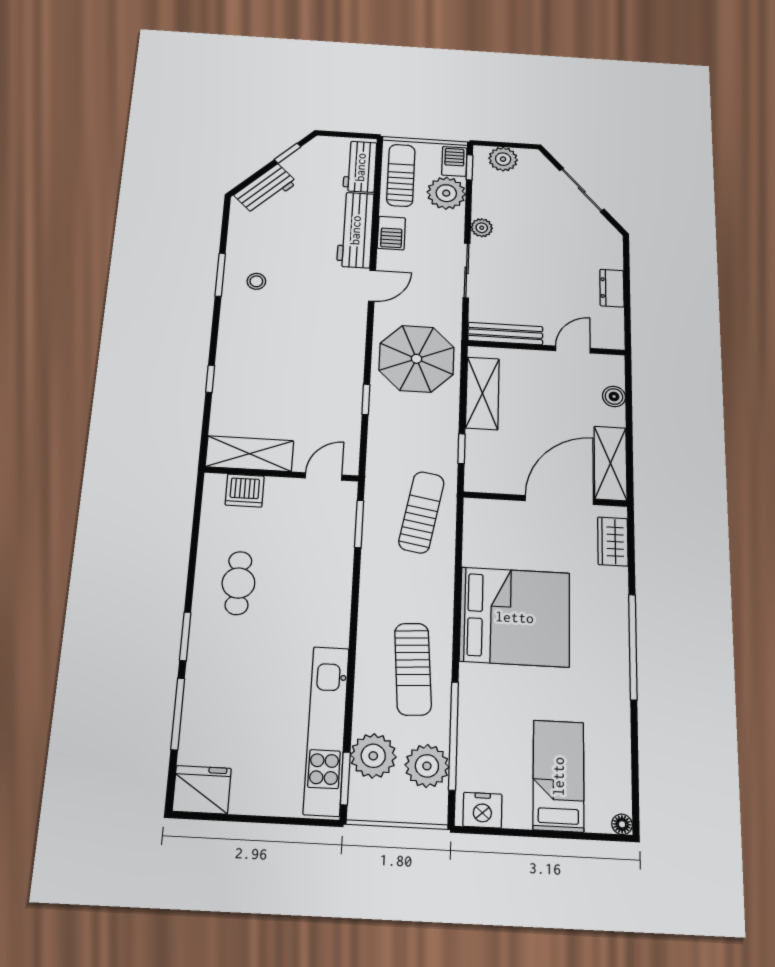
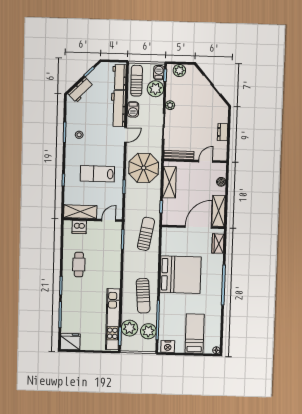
lab bench: (298, 368) -> (97, 174), added

